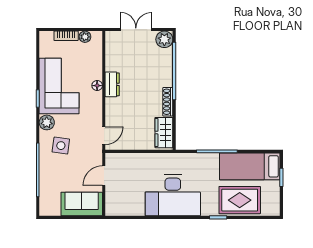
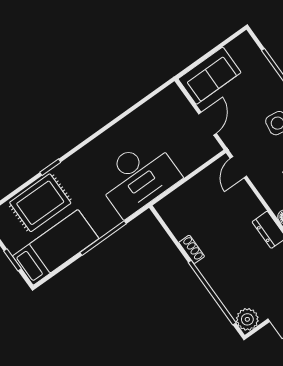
shoe rack: (168, 102) -> (192, 249), width x0.70
wardrobe: (164, 133) -> (175, 217), removed
desk: (173, 195) -> (138, 177), moved, turned 180

